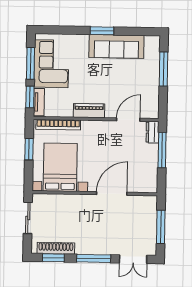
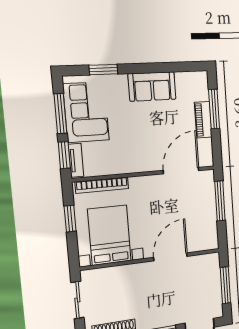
window: (102, 31) -> (103, 70), moved
sofa: (116, 46) -> (152, 86), width x0.73
piano: (89, 111) -> (203, 120), moved, turned -90
door: (128, 120) -> (181, 171), width x1.36
dresser: (152, 132) -> (208, 182), removed

